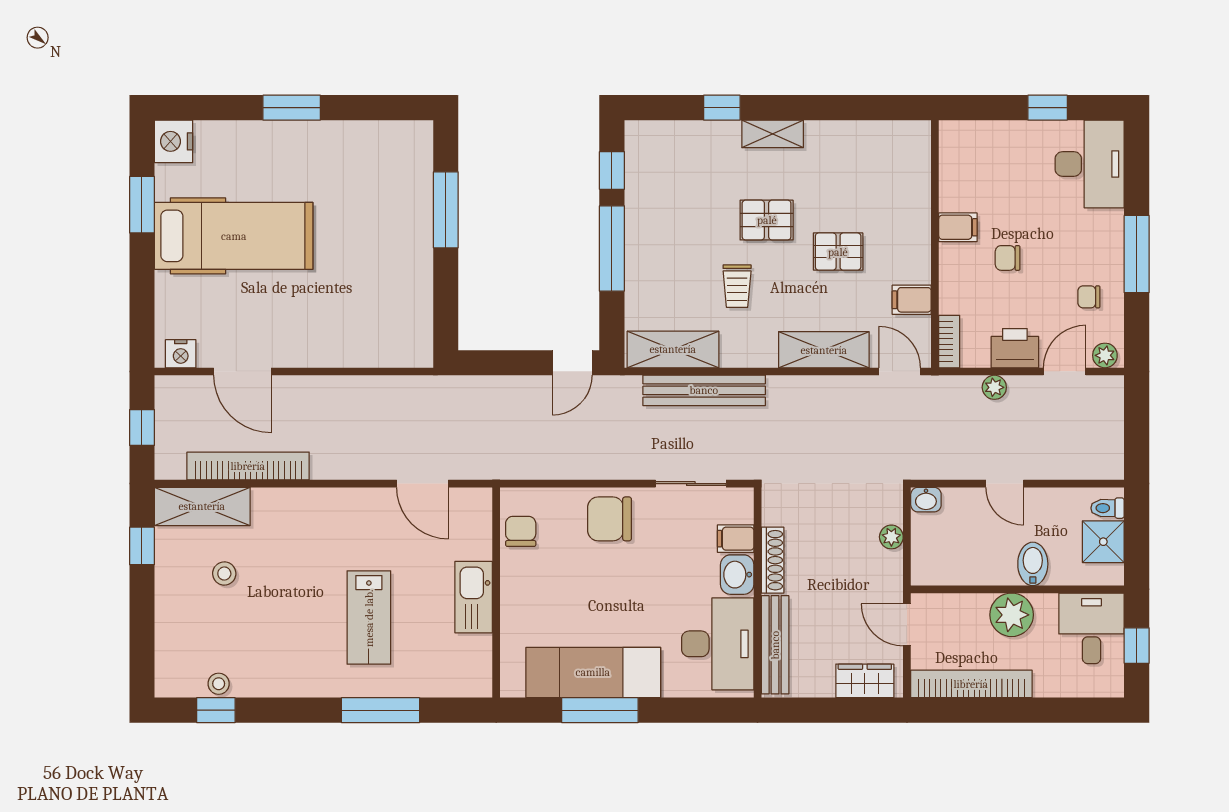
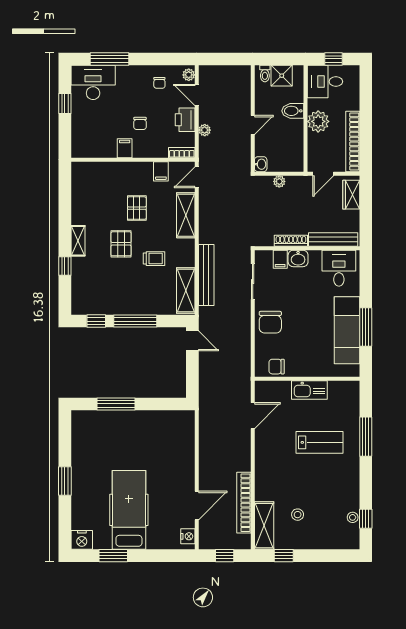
window: (1137, 254) -> (110, 59), moved
desk: (718, 644) -> (339, 268), width x0.73

